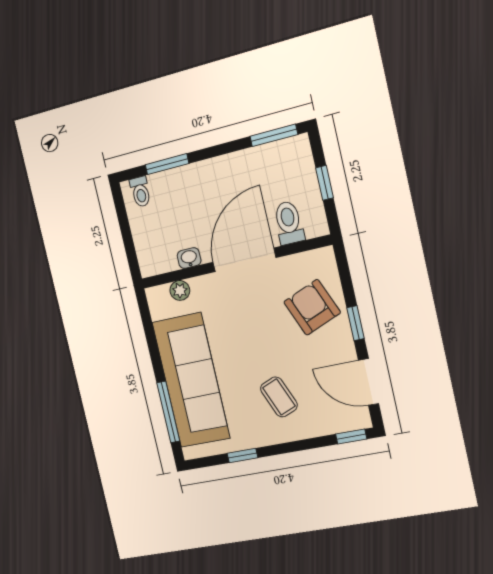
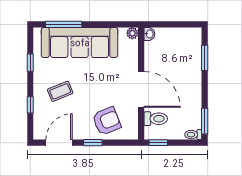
window: (324, 183) -> (158, 143), moved
toilet: (140, 192) -> (193, 135), moved
washbasin: (189, 258) -> (149, 34), moved
plant: (180, 290) -> (132, 33), moved
window: (351, 437) -> (30, 105), moved

